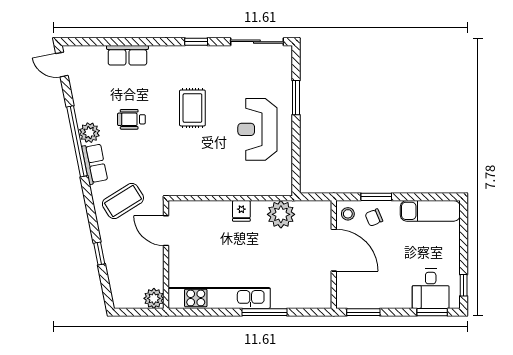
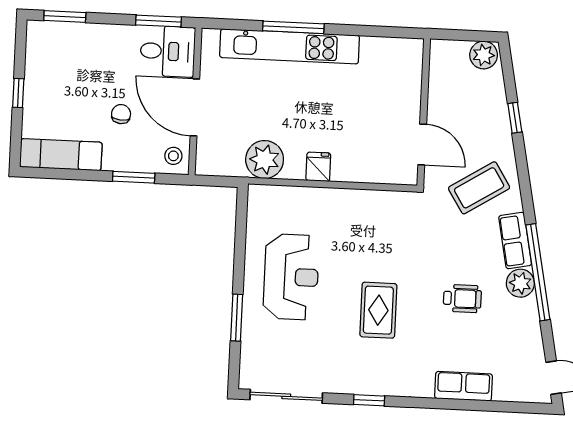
chair: (374, 218) -> (121, 114), moved, turned -63
window: (464, 285) -> (18, 93), moved
desk: (431, 289) -> (168, 51), moved, turned 90
plant: (154, 298) -> (484, 55), moved
kitchen unit: (219, 298) -> (290, 46), moved

